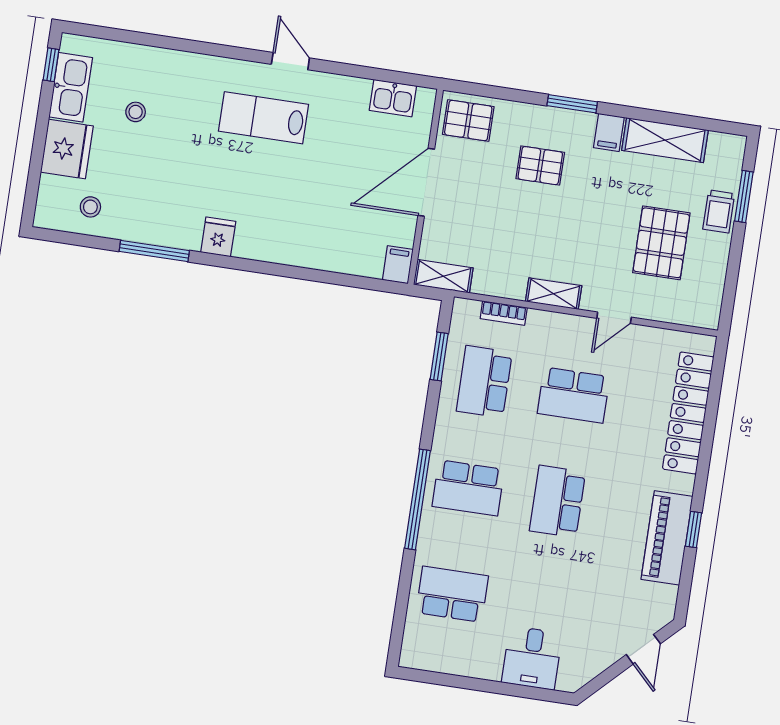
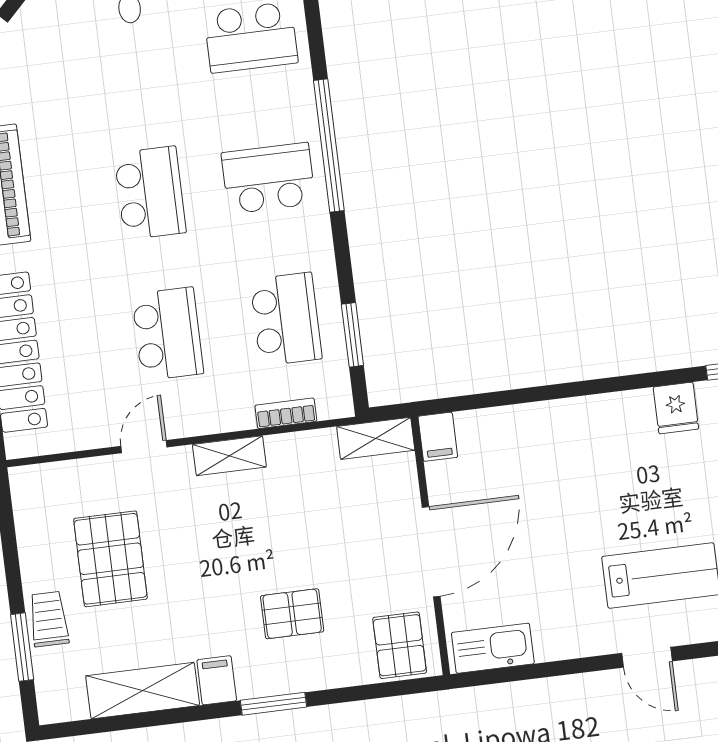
kitchen sink: (393, 98) -> (493, 648), width x1.38
pallet: (468, 121) -> (400, 645), turned 90
school desk: (574, 395) -> (168, 334), turned 90

